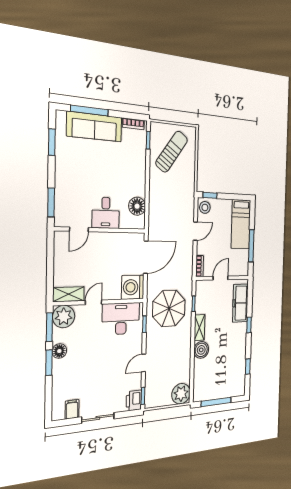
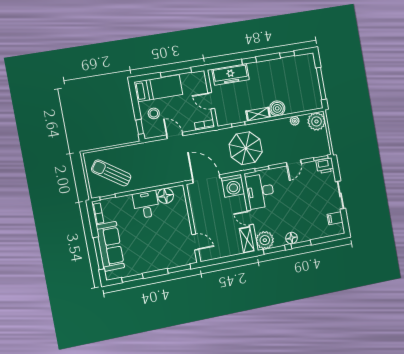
stool: (205, 207) -> (154, 113), moved
desk: (106, 213) -> (146, 205), moved, turned -90
door: (144, 363) -> (294, 163), hinge flipped
plant: (186, 368) -> (295, 121), added

